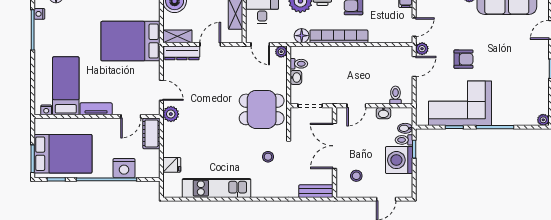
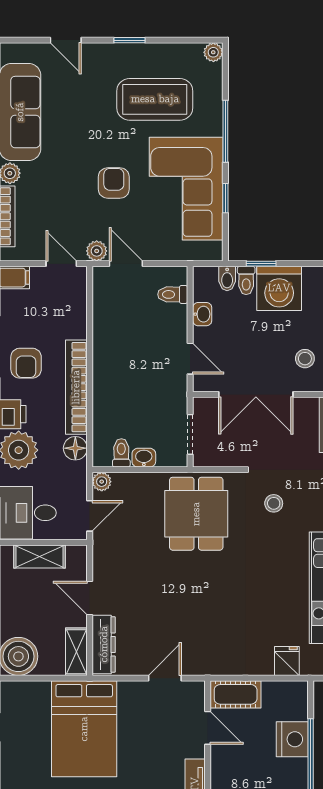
coffee table: (515, 84) -> (155, 99), added
plant: (171, 114) -> (204, 663), removed

